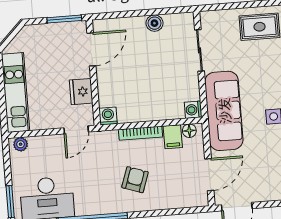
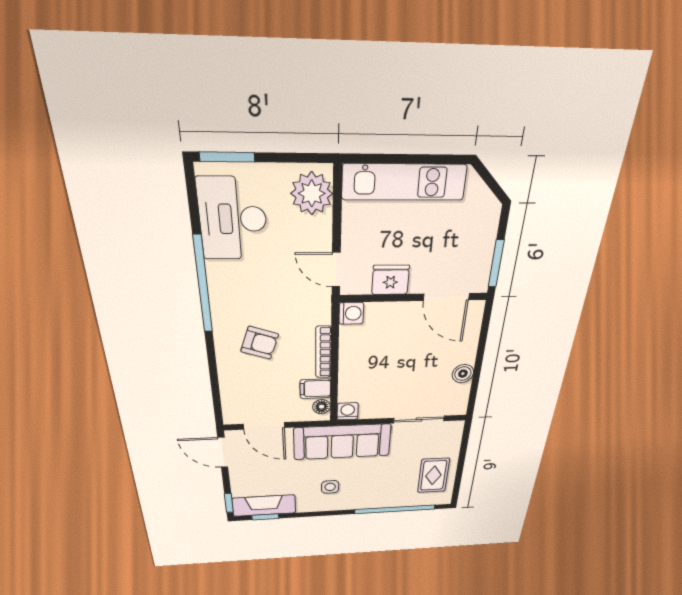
plant: (21, 144) -> (312, 193), width x1.87, depth x1.87

